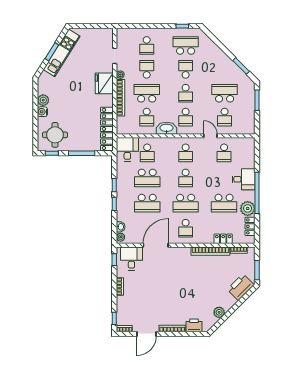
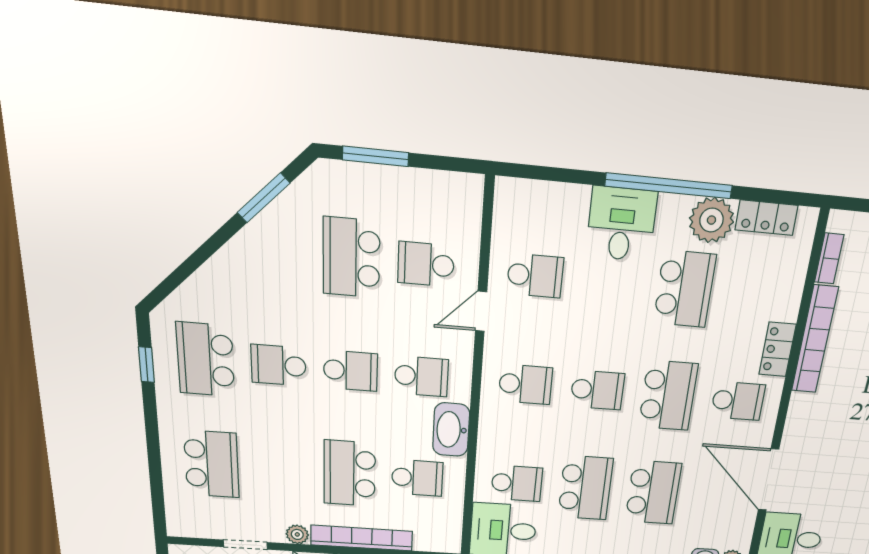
school desk: (147, 45) -> (212, 464), width x1.85
school desk: (147, 69) -> (281, 469), removed
school desk: (225, 117) -> (426, 264), turned 180
locker: (223, 239) -> (777, 349), moved

